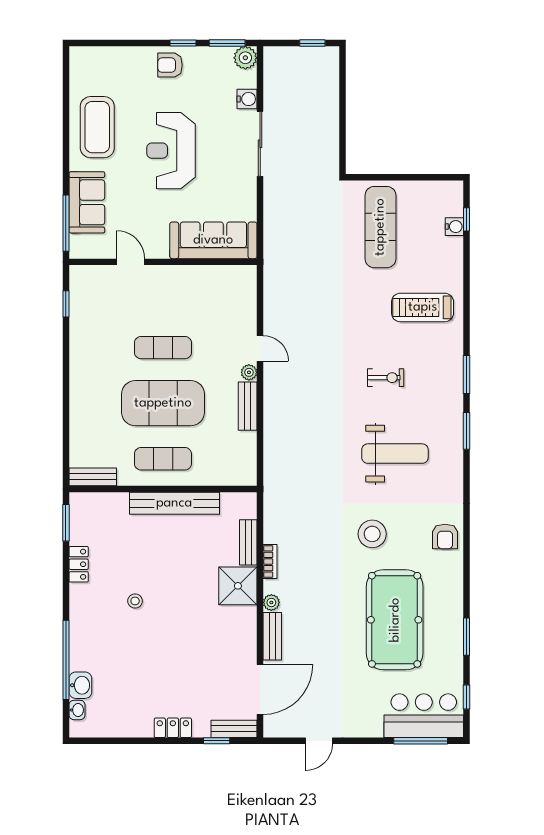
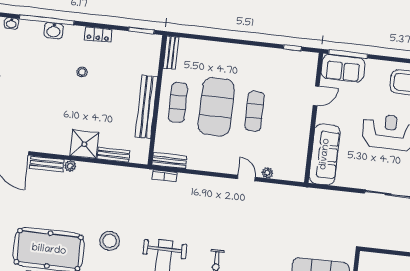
sofa: (87, 202) -> (343, 68), moved
door: (260, 348) -> (246, 178), swing flipped
plant: (249, 372) -> (267, 173), moved
bench: (248, 406) -> (169, 161), moved
bookcase: (270, 561) -> (164, 176), moved
locker: (79, 564) -> (98, 34), moved
washbasin: (80, 685) -> (54, 31), moved

